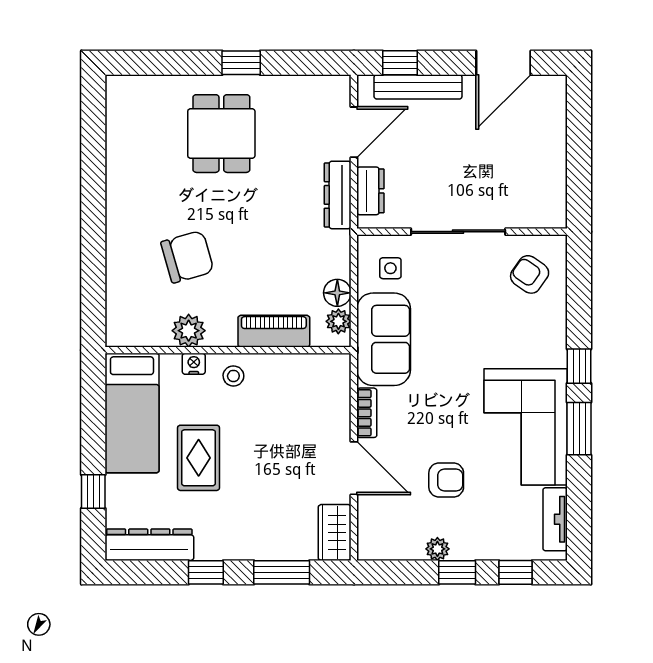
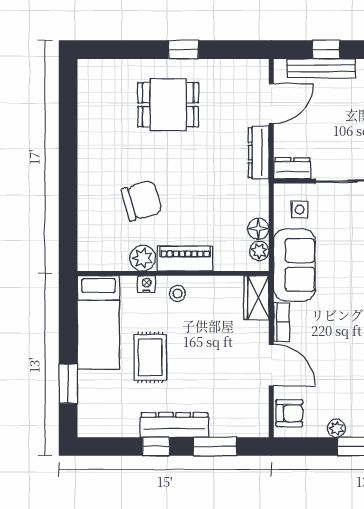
window: (400, 63) -> (326, 50), moved
dining table: (221, 134) -> (168, 105), turned 90
dresser: (370, 191) -> (292, 168), moved, turned -90
piano: (274, 331) -> (185, 259), moved
armchair: (446, 480) -> (289, 413), moved
window: (93, 492) -> (68, 384), width x1.50
wardrobe: (335, 532) -> (256, 298), moved
dresser: (149, 545) -> (174, 425), moved

